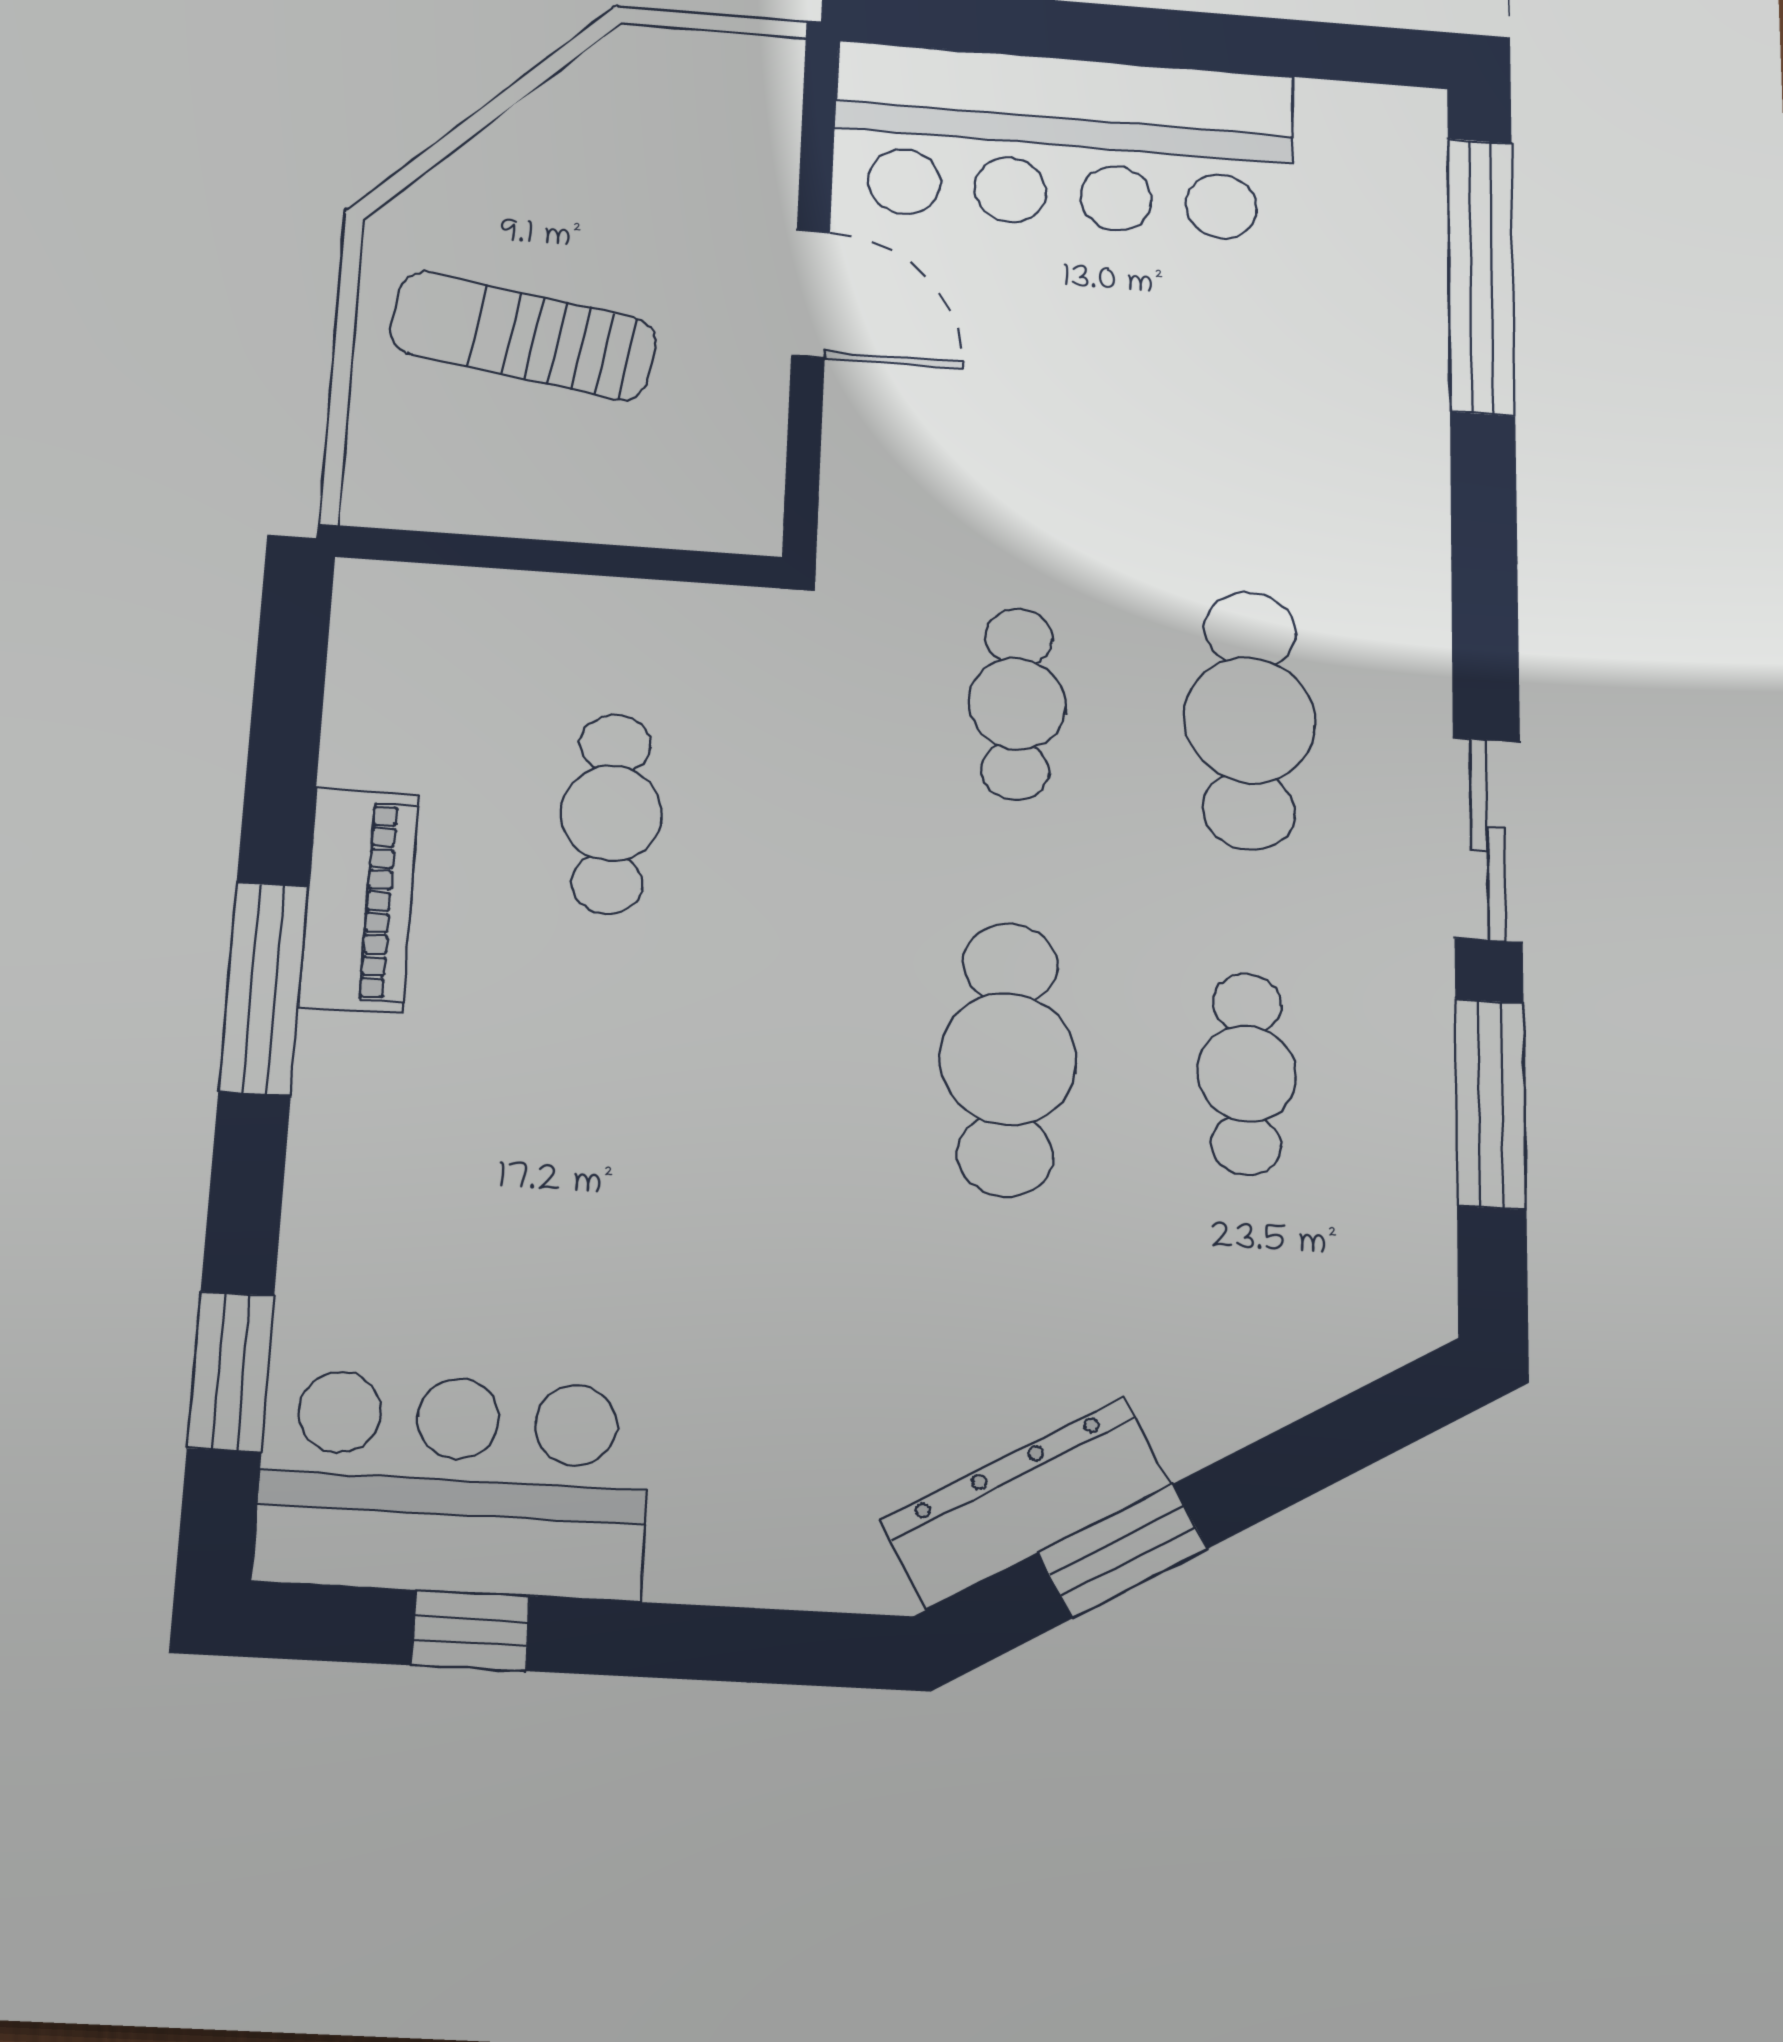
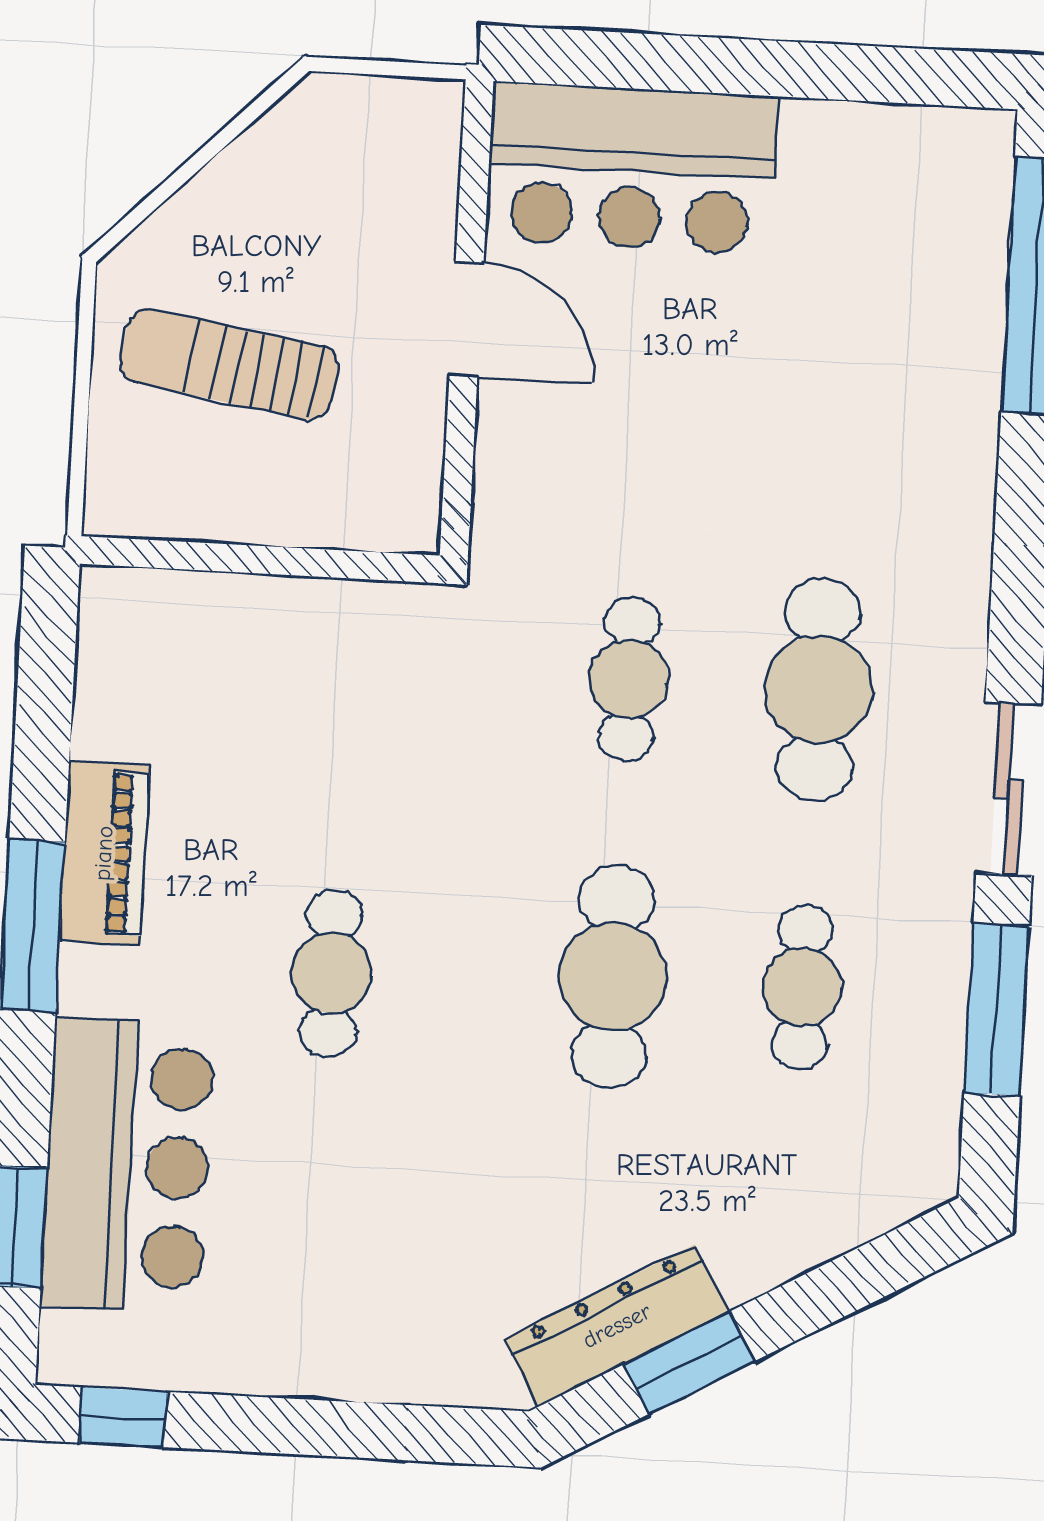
bar counter: (1064, 142) -> (632, 168), width x0.73
cafe table: (611, 813) -> (331, 973), moved
bar counter: (454, 1485) -> (128, 1165), moved, turned 90
window: (471, 1631) -> (123, 1417), moved

